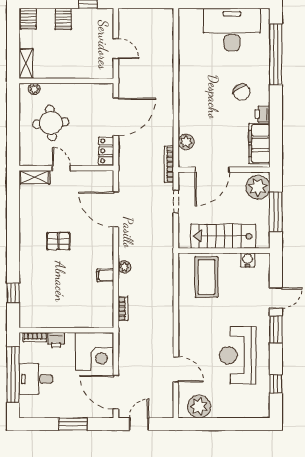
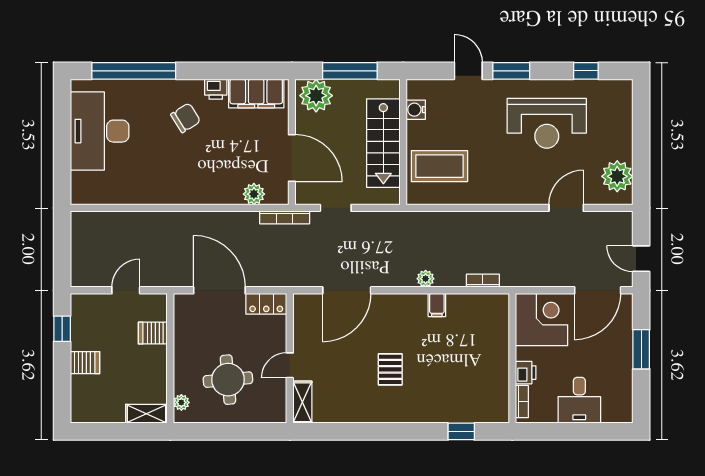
server rack: (28, 19) -> (153, 333), moved, turned 180
window: (13, 375) -> (573, 431), removed

